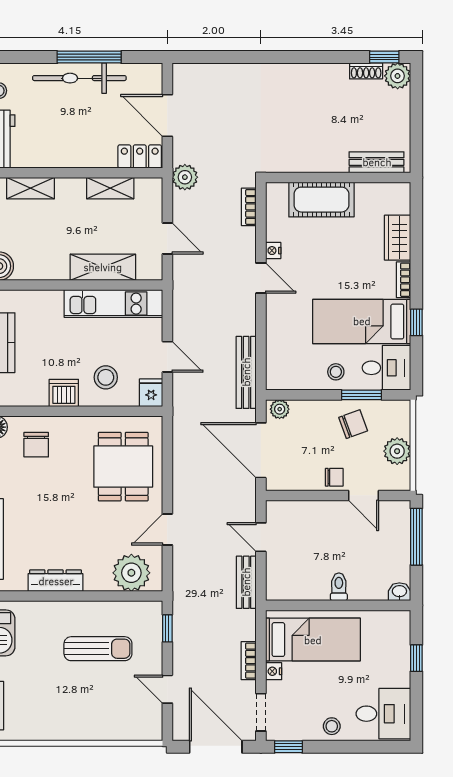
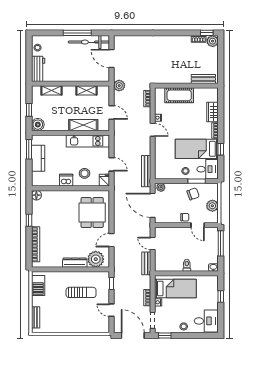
bicycle: (79, 78) -> (89, 42), moved
locker: (140, 156) -> (99, 76), removed
chair: (36, 445) -> (54, 203), removed
dresser: (56, 581) -> (75, 263), moved

